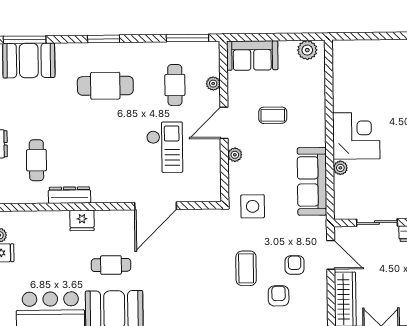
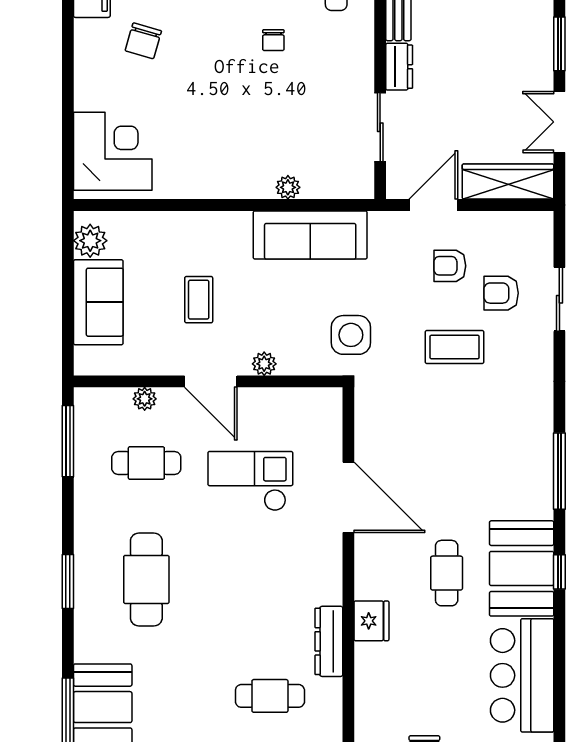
sofa: (252, 55) -> (98, 302), moved
corner desk: (356, 136) -> (113, 151), moved, turned 90

